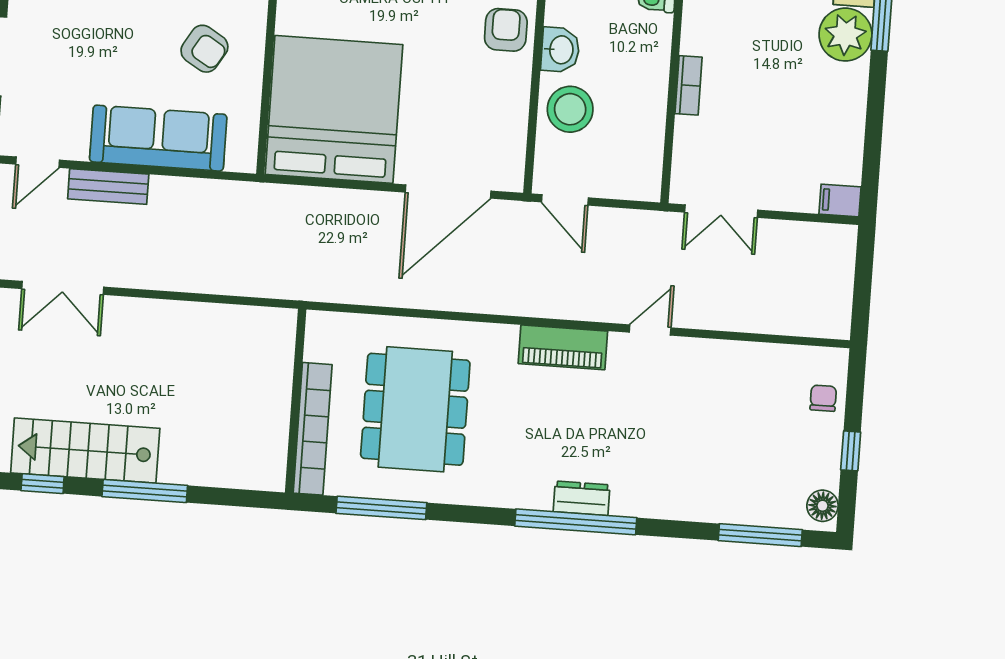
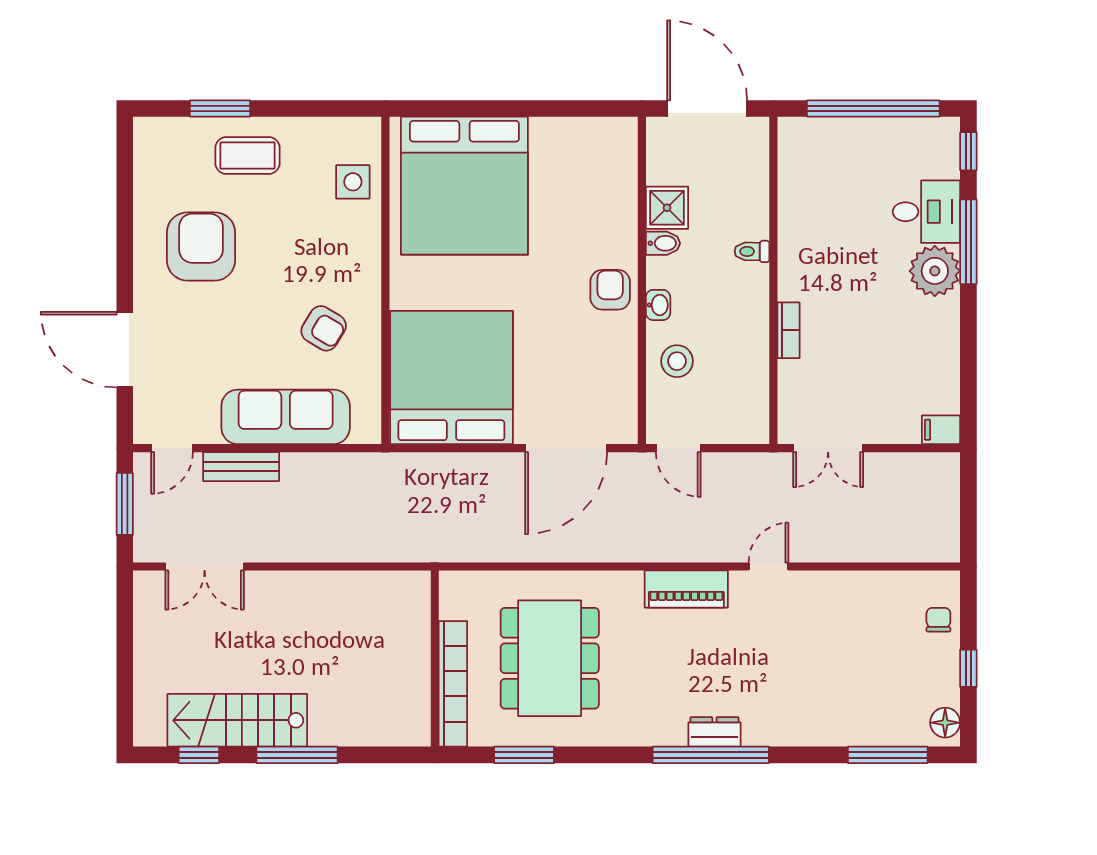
washbasin: (560, 50) -> (658, 305), width x0.72, depth x0.69
stool: (570, 109) -> (677, 361), width x0.73, depth x0.73
window: (381, 508) -> (524, 755), width x0.69

